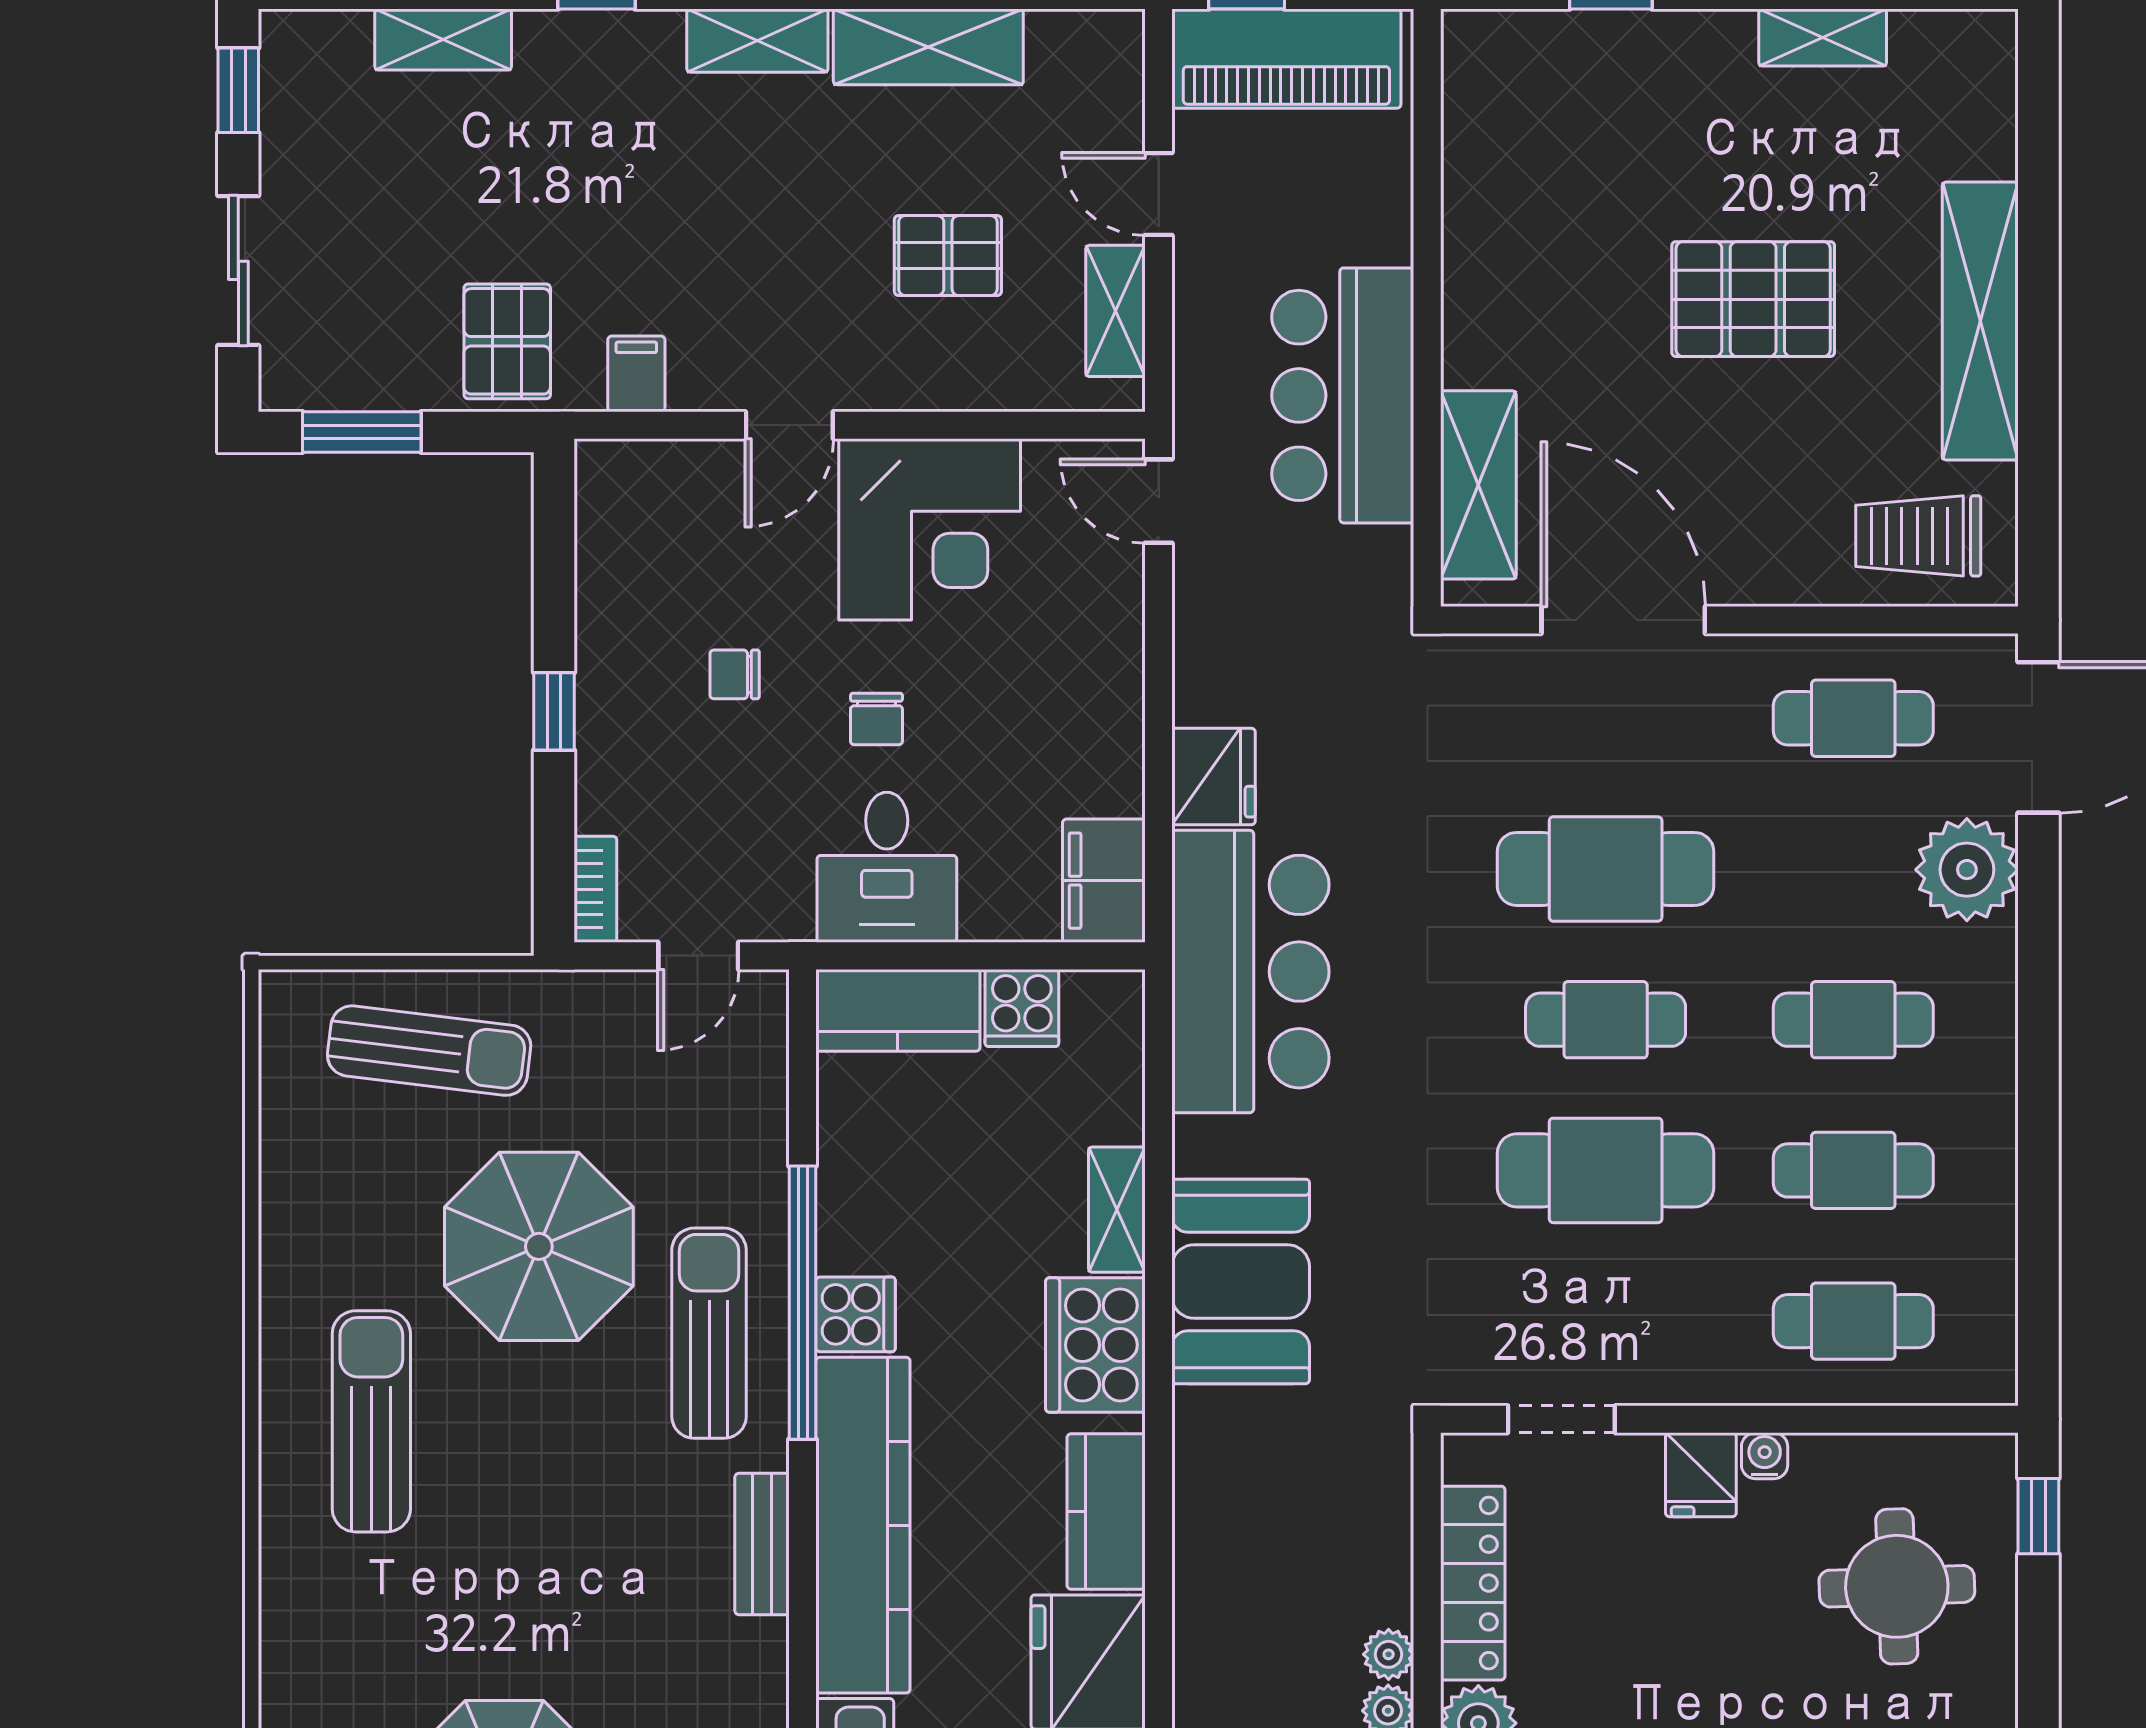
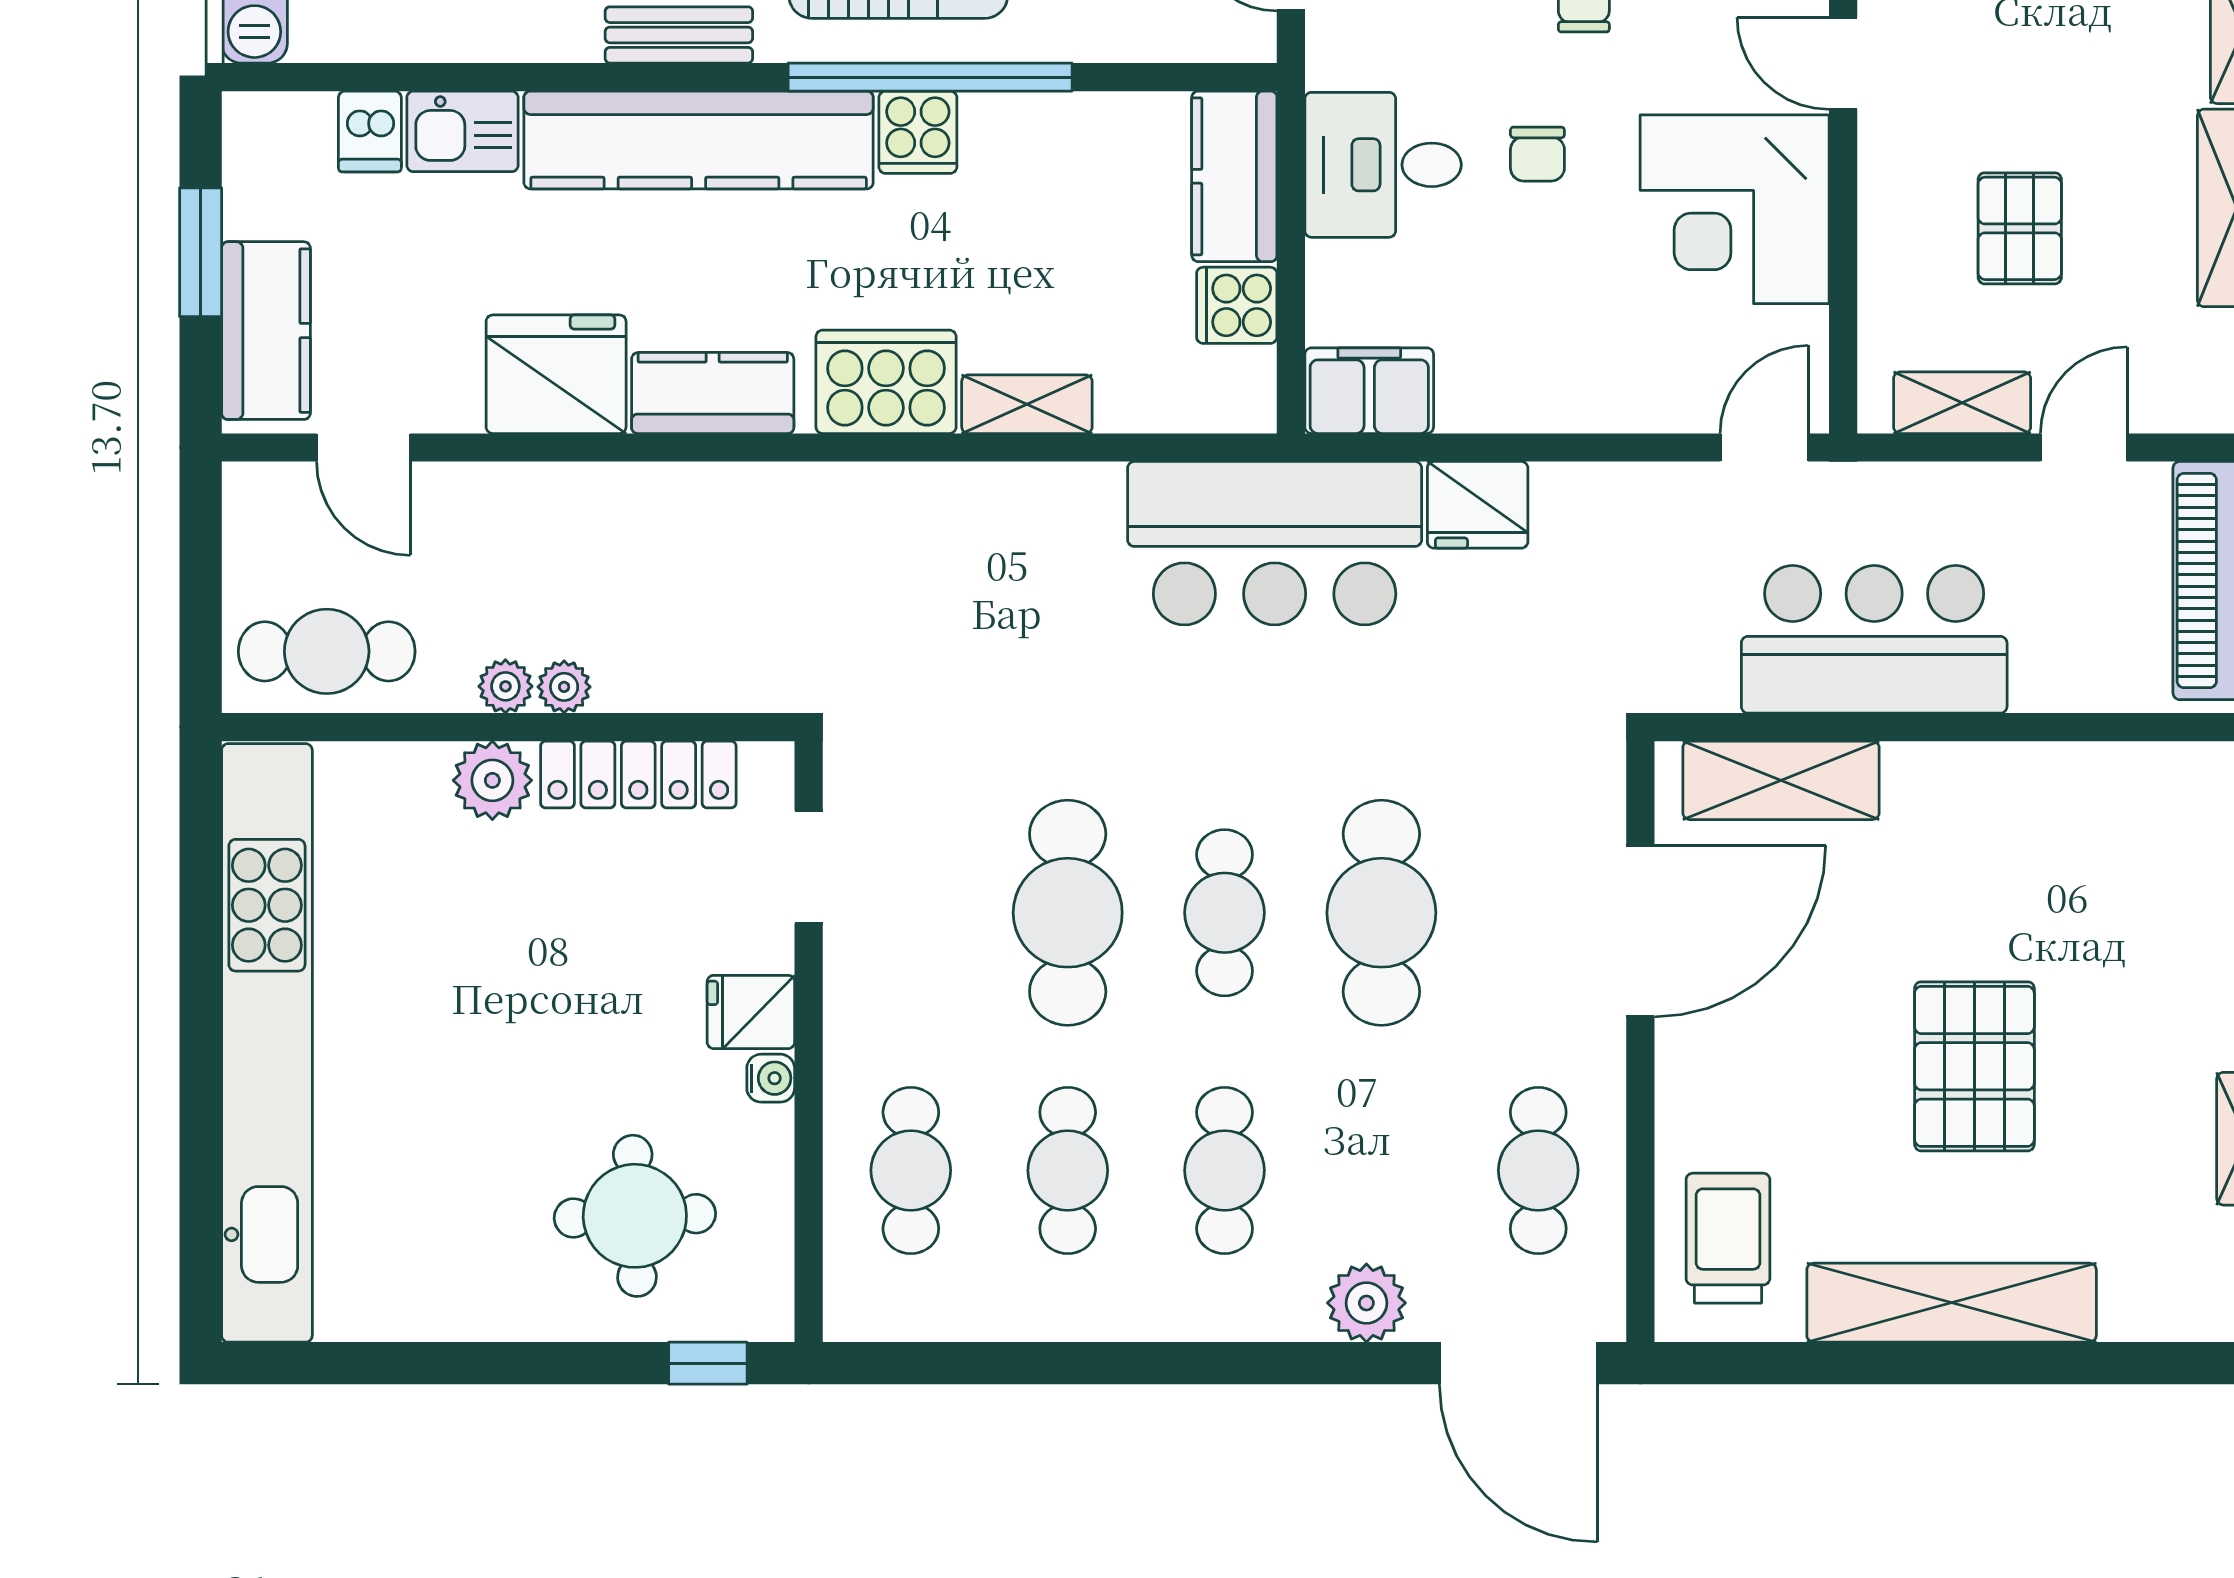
chair: (876, 719) -> (1537, 154), turned -90
plant: (1967, 870) -> (1366, 1303), width x0.73, depth x0.73
booth: (1241, 1281) -> (952, 533), removed

